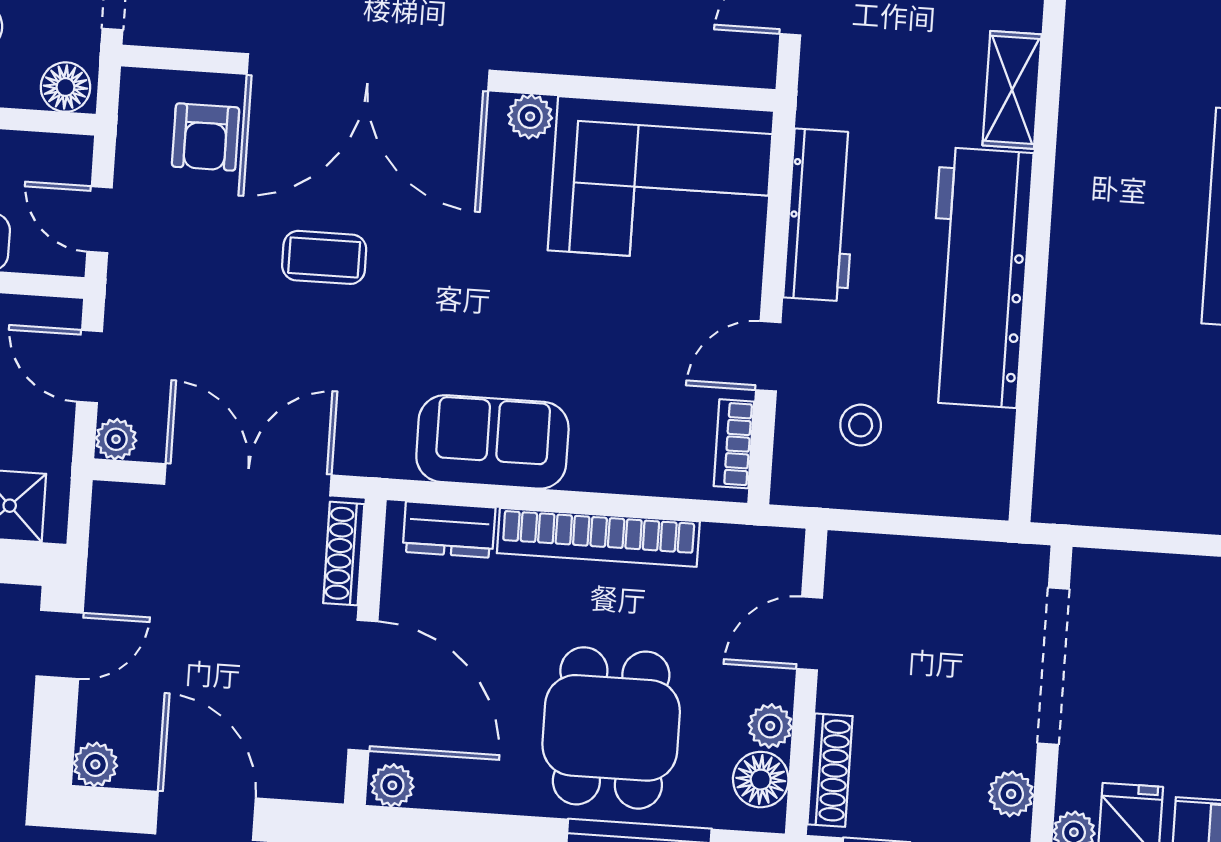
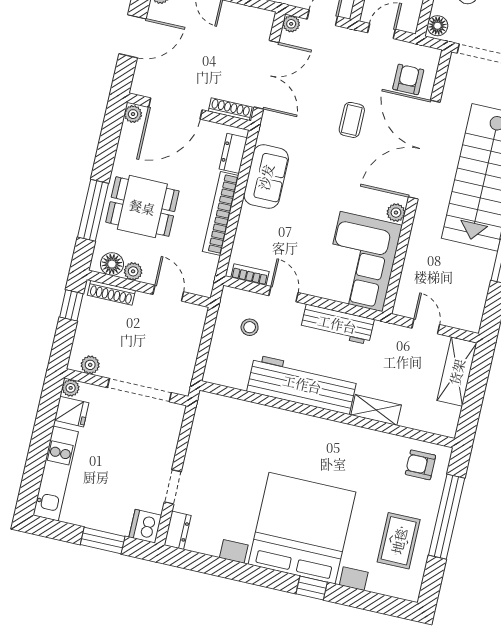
armchair: (206, 137) -> (408, 79), turned 90

